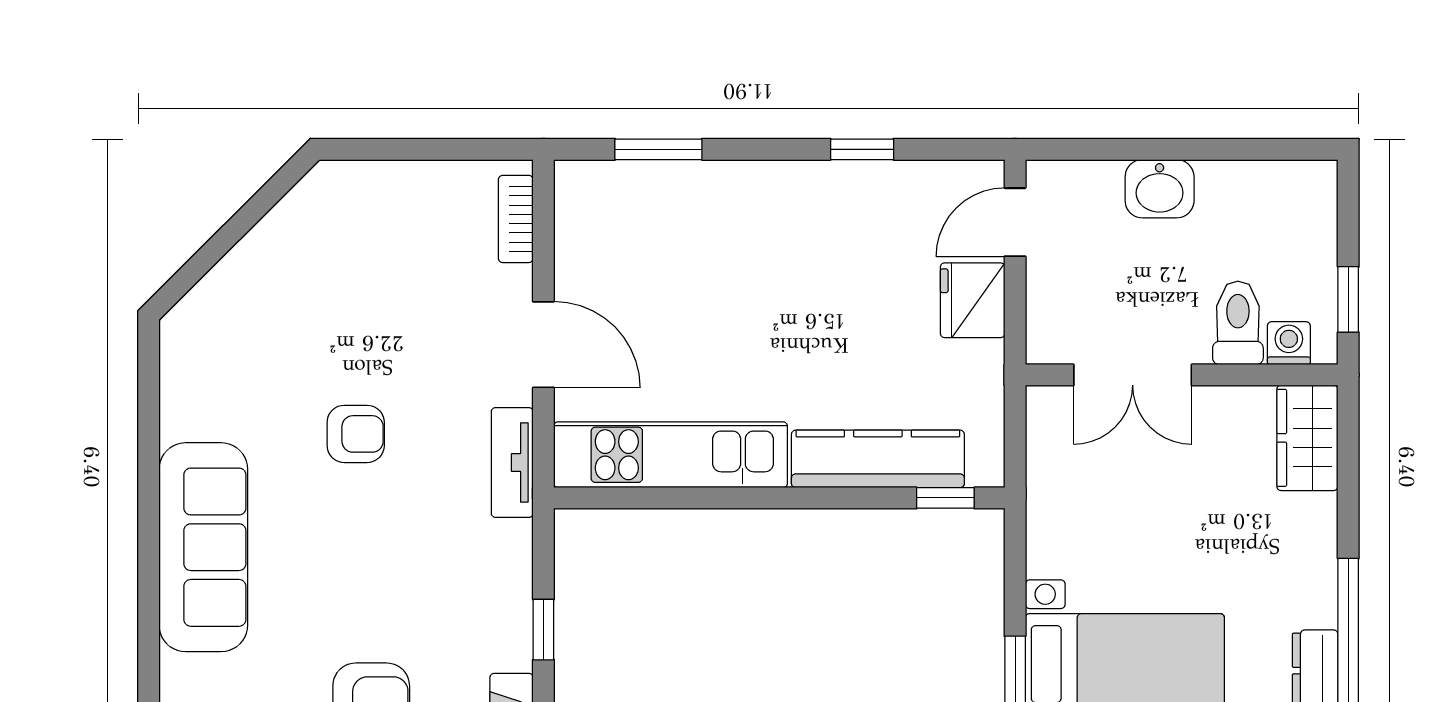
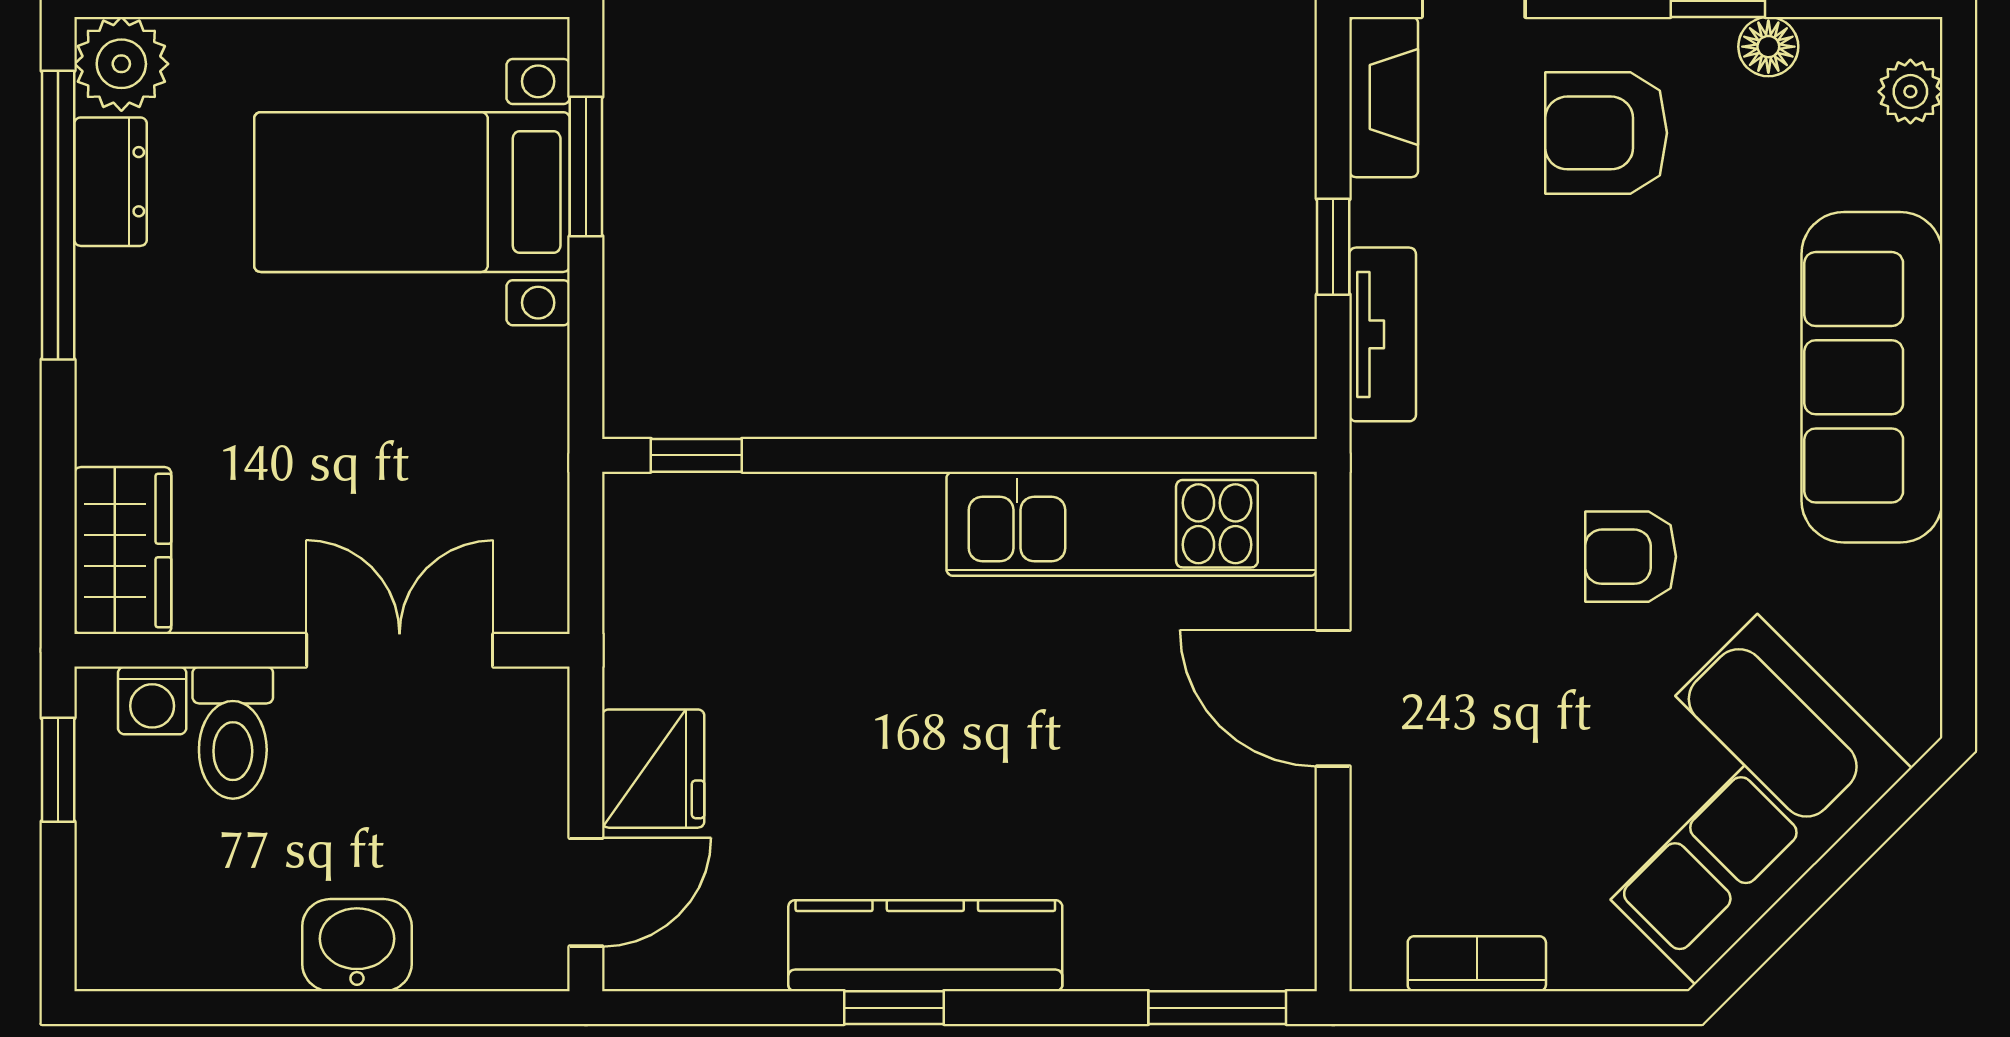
window: (658, 149) -> (1217, 1008), moved
window: (862, 149) -> (894, 1008), moved
bookcase: (516, 219) -> (1477, 964), moved, turned -90
corner sofa: (295, 281) -> (1726, 799), added
kitchen counter: (878, 459) -> (925, 946), moved, turned 180
tv unit: (512, 462) -> (1383, 334), moved

